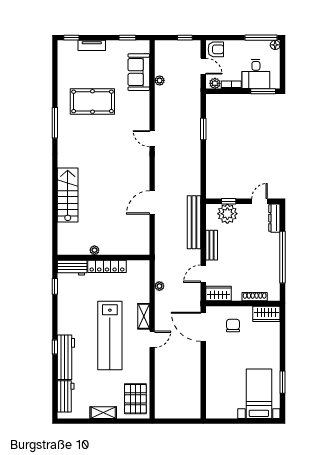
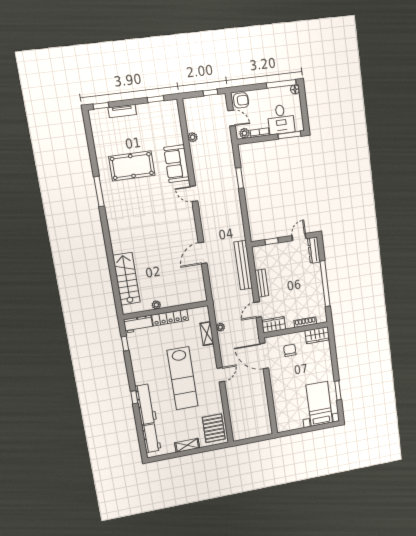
sofa: (139, 72) -> (177, 164), moved
stairs: (68, 195) -> (126, 279), moved
plant: (227, 214) -> (272, 253), removed
shelving: (144, 316) -> (207, 334), moved

